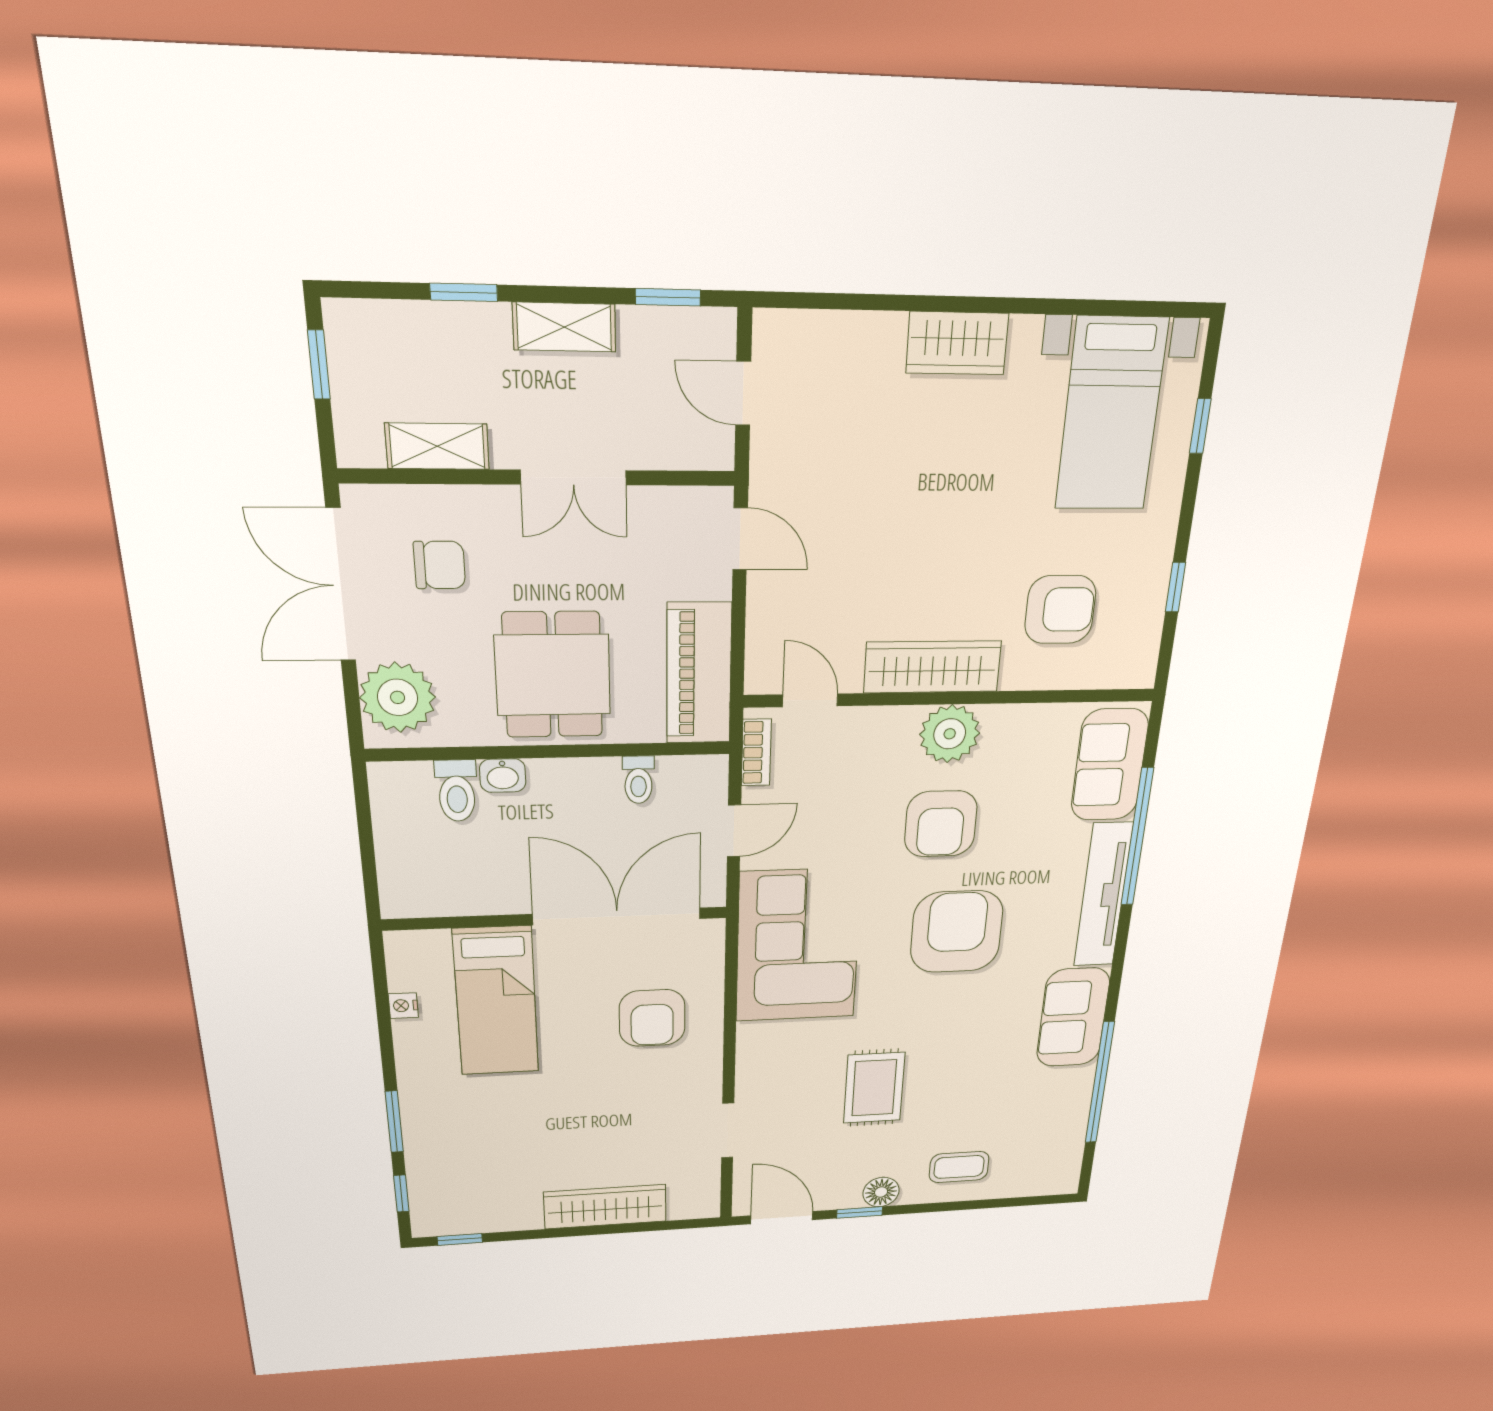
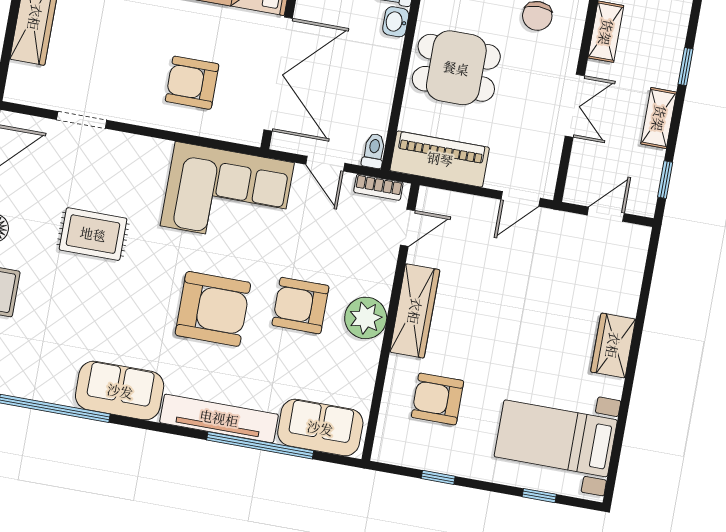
double door: (573, 477) -> (575, 106), swing flipped
armchair: (1060, 610) -> (438, 399), turned 90
toilet: (638, 780) -> (374, 151), moved, turned 90

